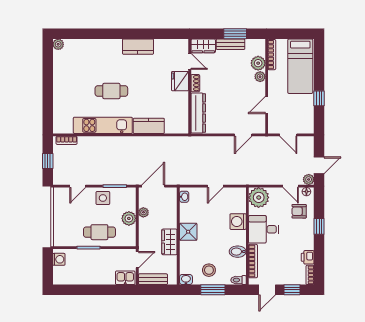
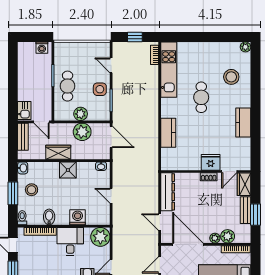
stool: (90, 59) -> (231, 77), added
door: (267, 105) -> (188, 244), width x1.87
dresser: (198, 113) -> (168, 192), moved, turned -90
kitchen unit: (103, 125) -> (169, 70), moved
plant: (143, 212) -> (82, 132), width x1.87, depth x1.87

